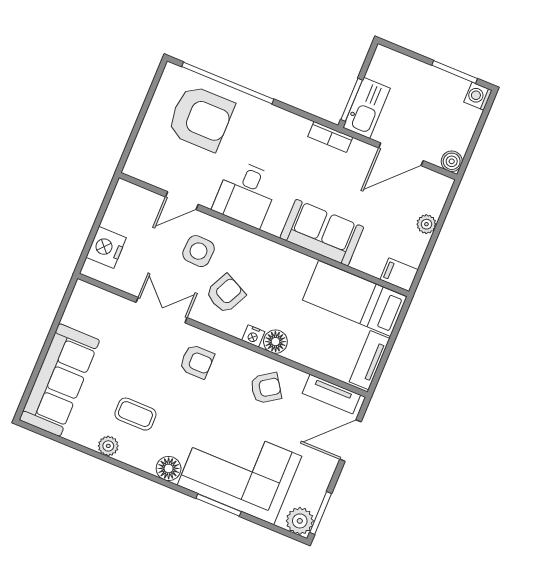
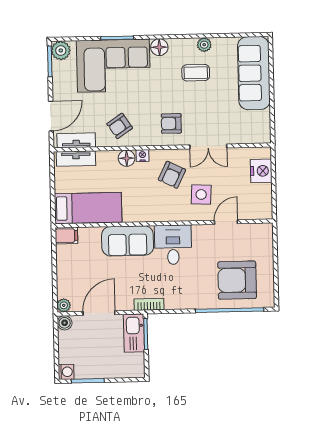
desk: (246, 194) -> (173, 245), moved
plant: (426, 224) -> (64, 305), moved
tv unit: (369, 360) -> (76, 159), moved, turned 90

